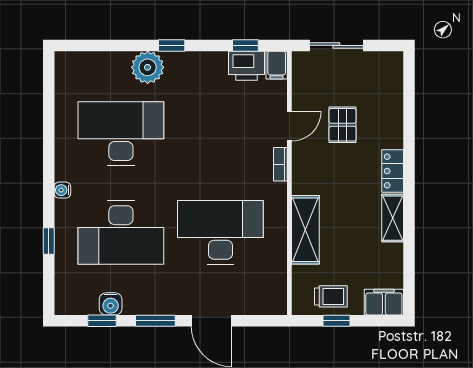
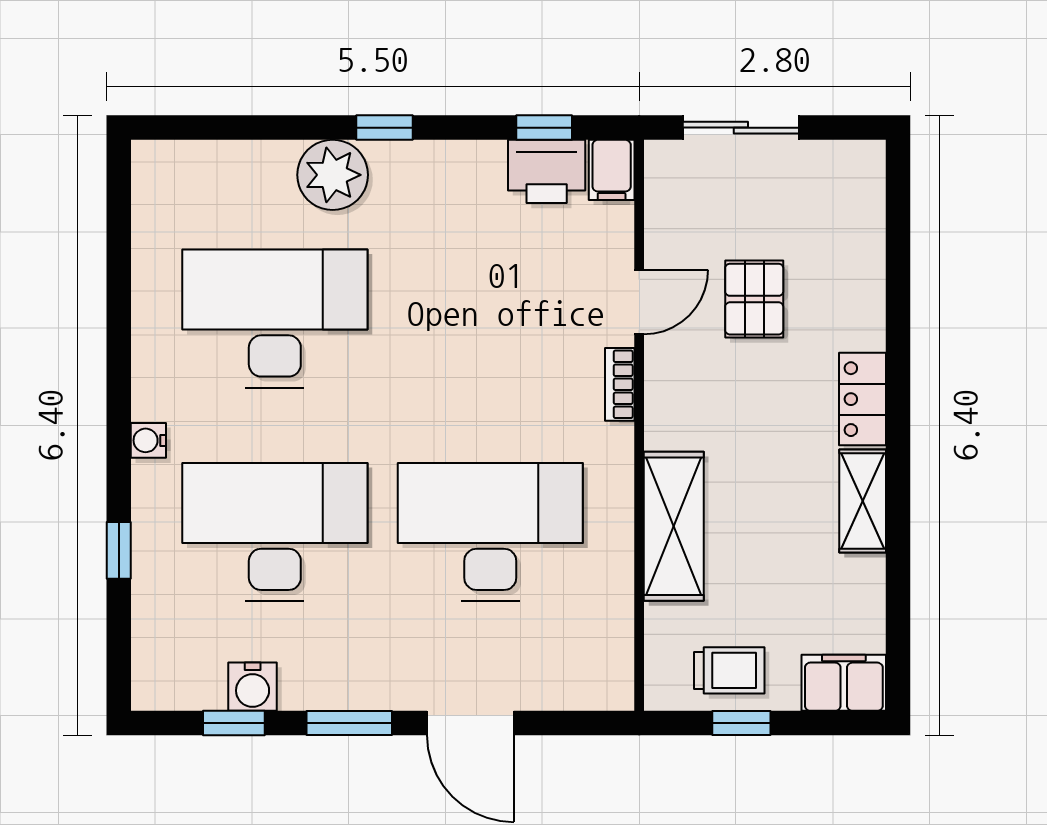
desk: (121, 232) -> (275, 532), turned 180

